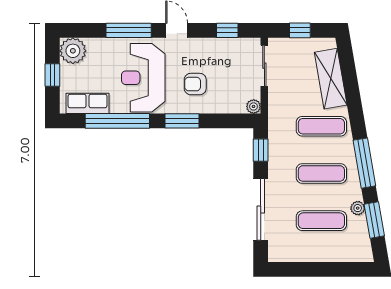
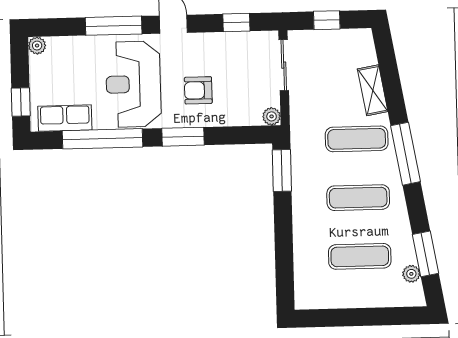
plant: (73, 51) -> (37, 46), width x0.53, depth x0.53
window: (52, 75) -> (21, 102), moved
shelving: (331, 79) -> (373, 90), width x0.67, depth x0.75
window: (261, 150) -> (282, 170), width x1.50
window: (364, 163) -> (406, 154), moved
plant: (358, 208) -> (411, 274), moved
sliding door: (261, 209) -> (284, 244), removed

